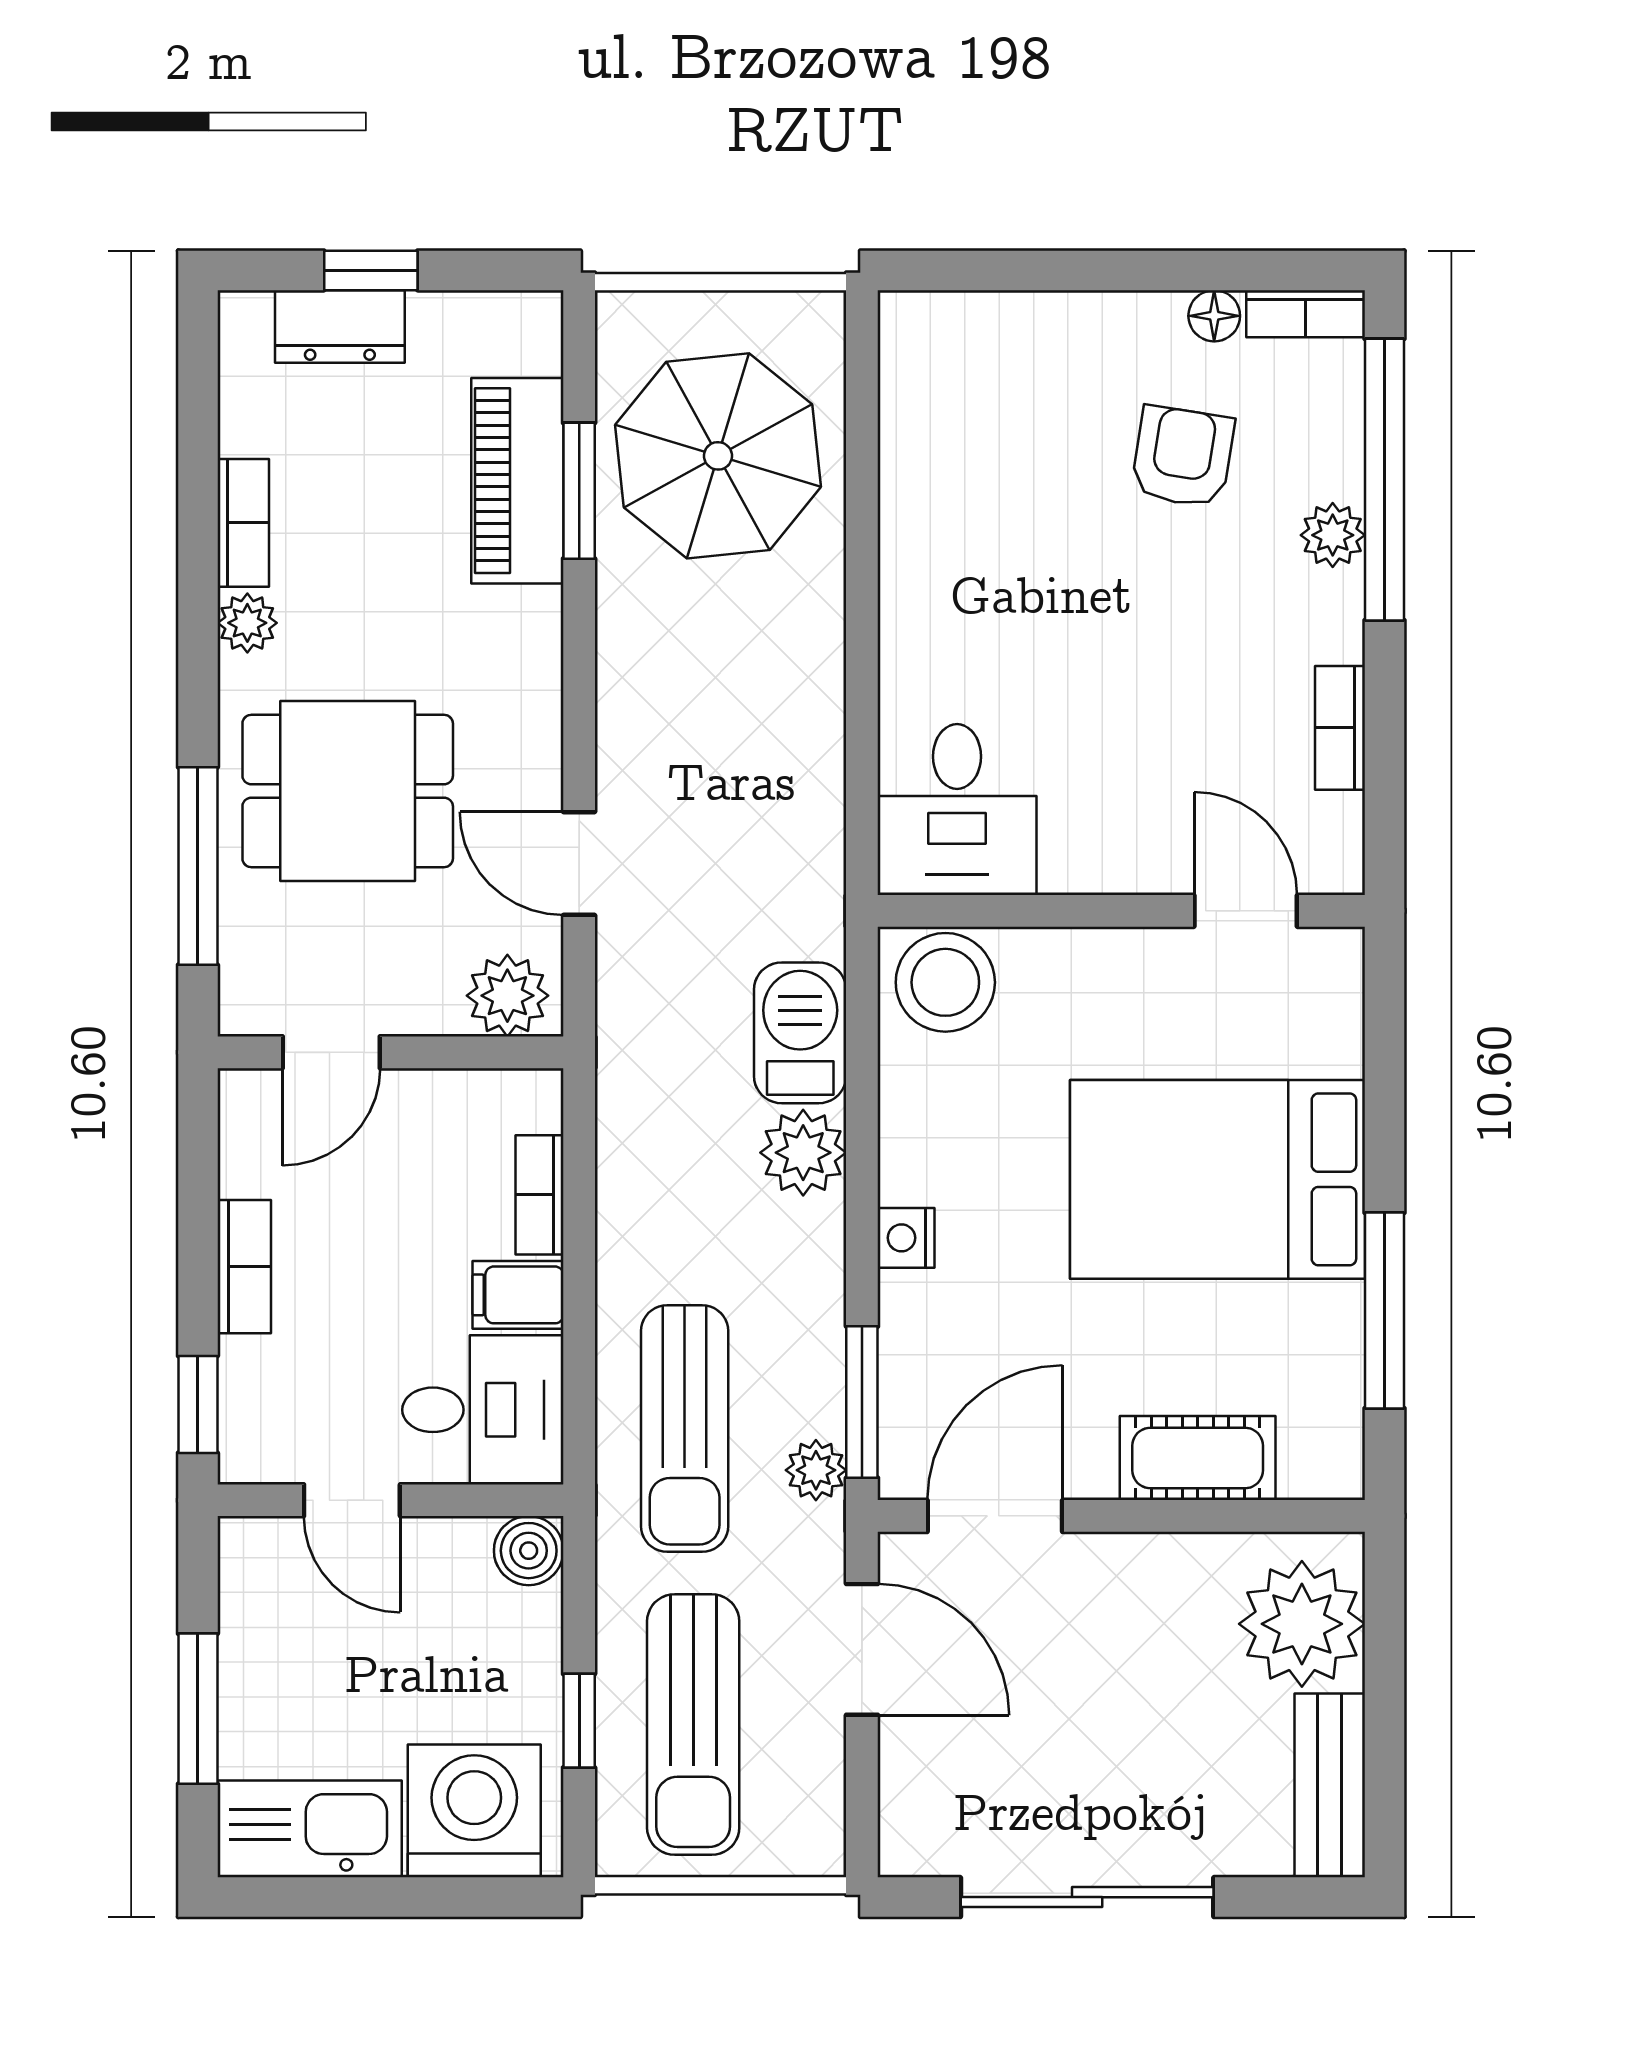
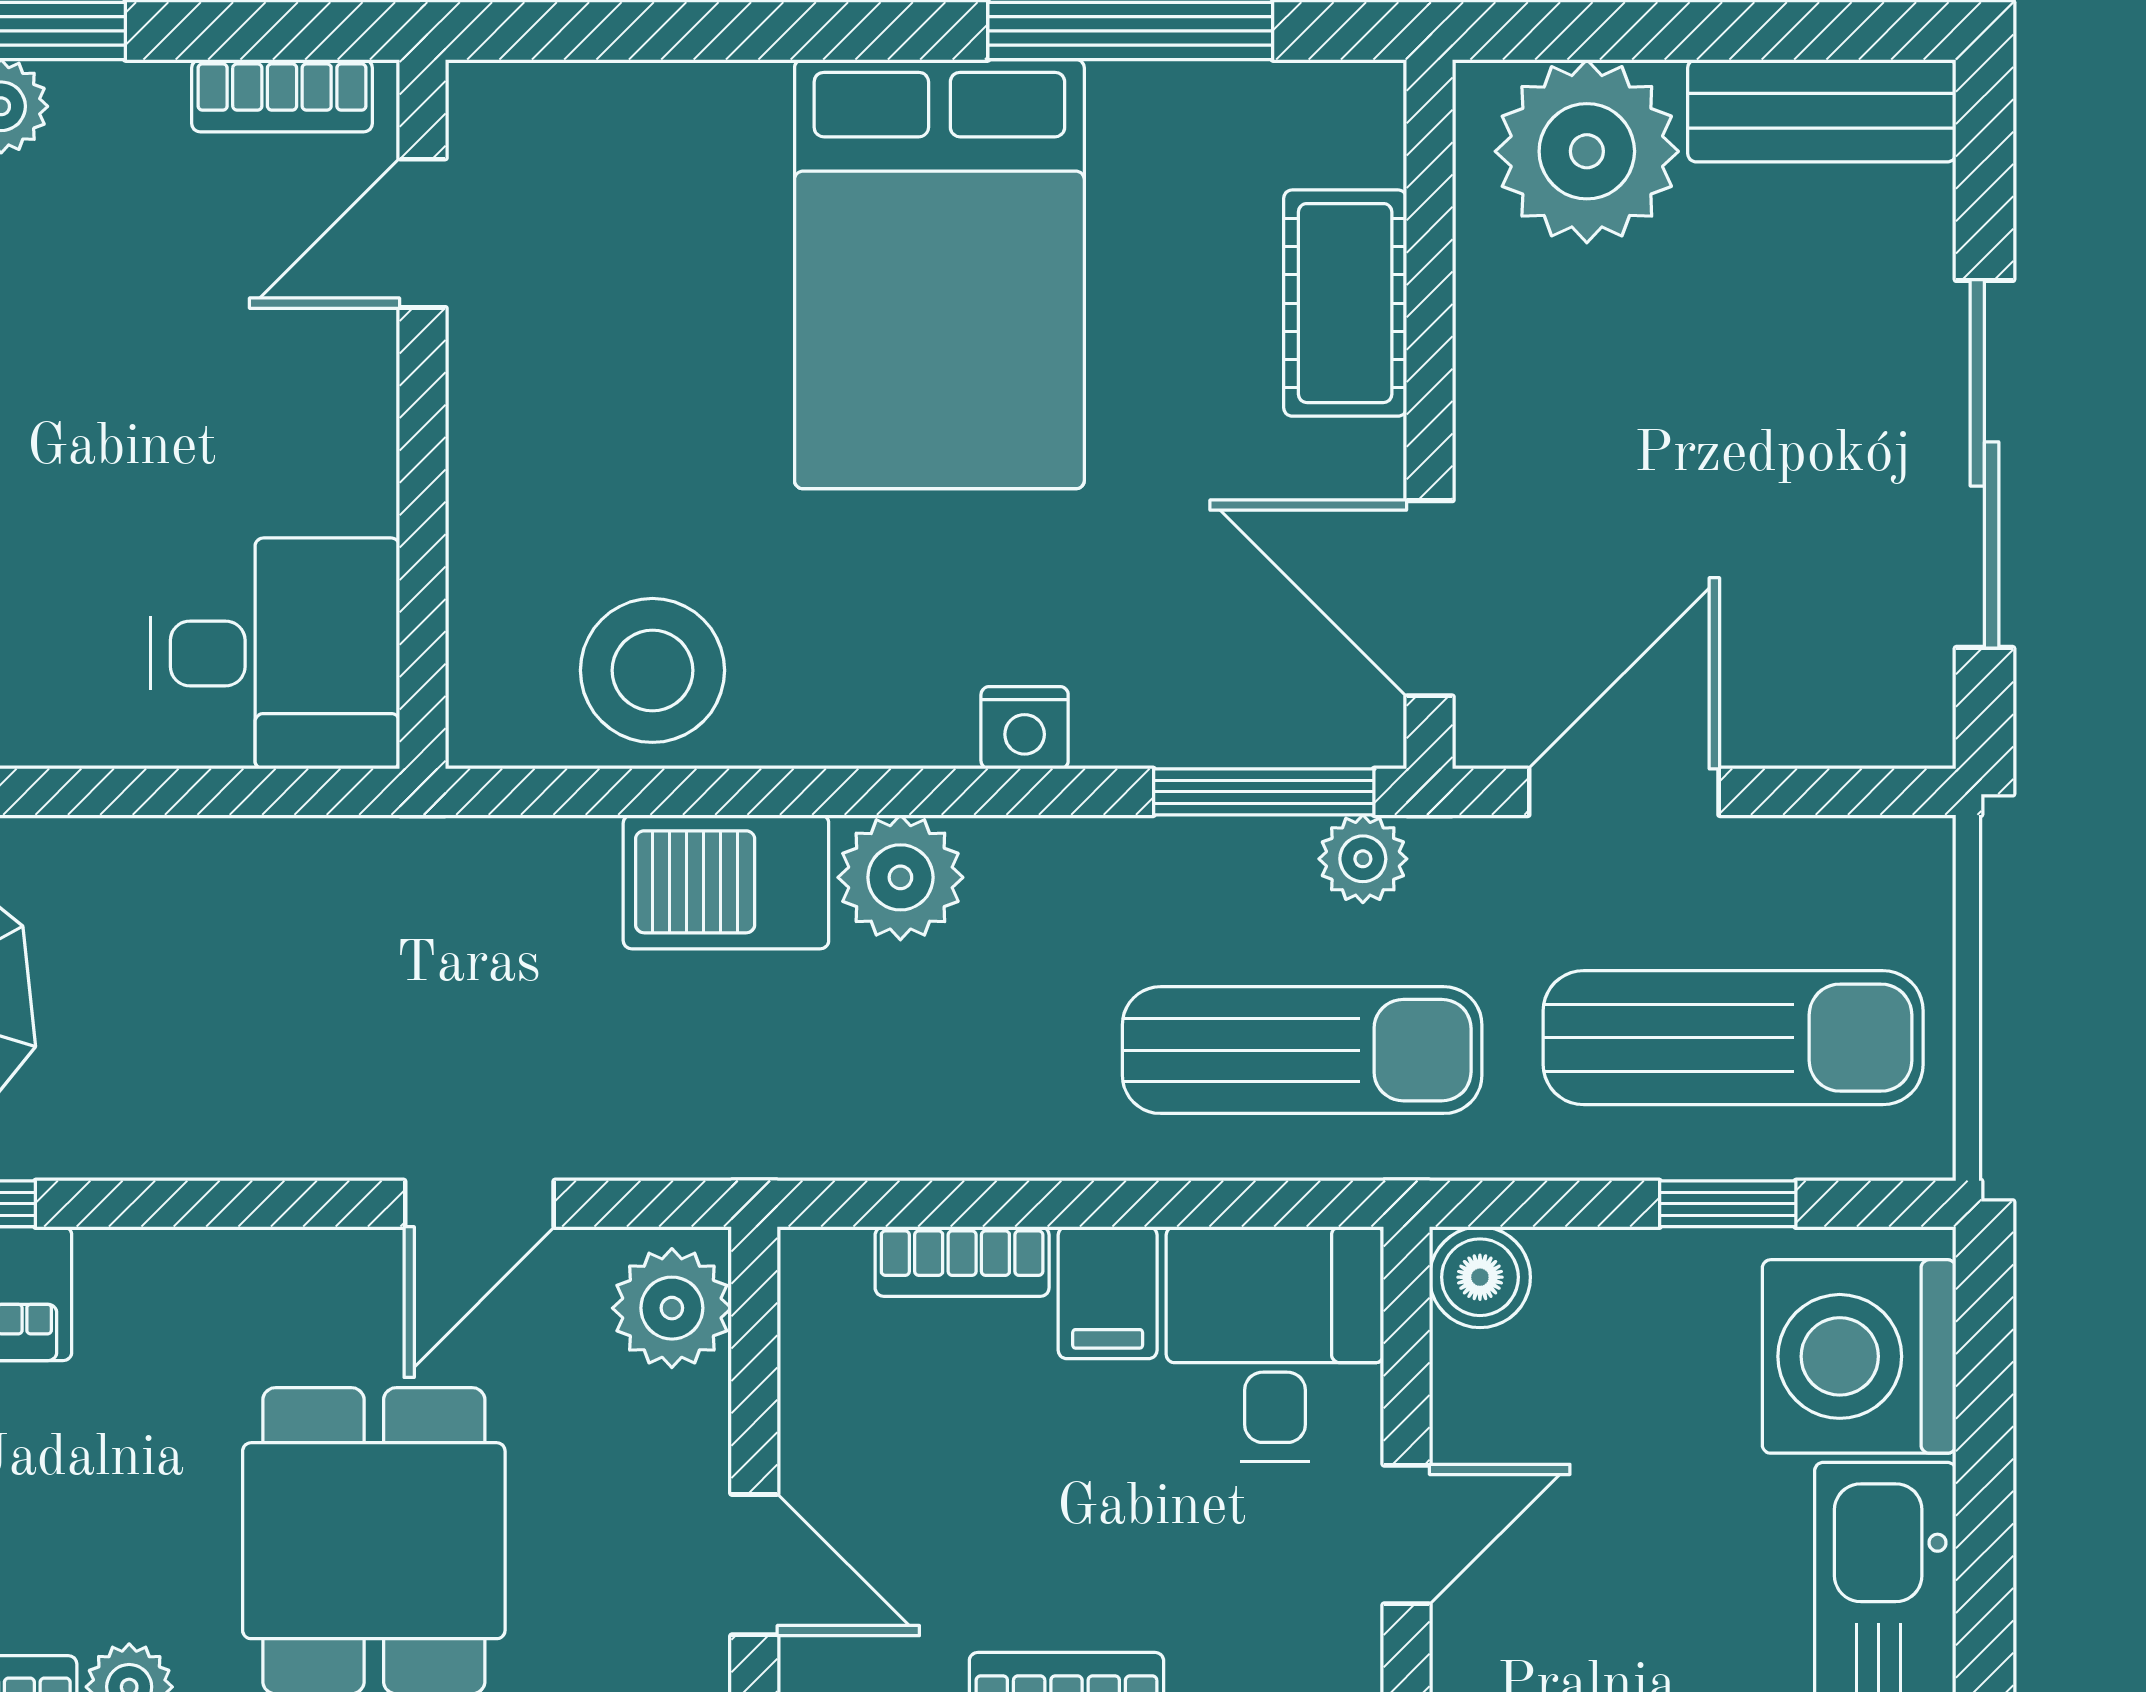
desk: (957, 810) -> (275, 653), moved
wall: (1121, 911) -> (422, 414), moved
door: (1246, 911) -> (422, 233), moved

